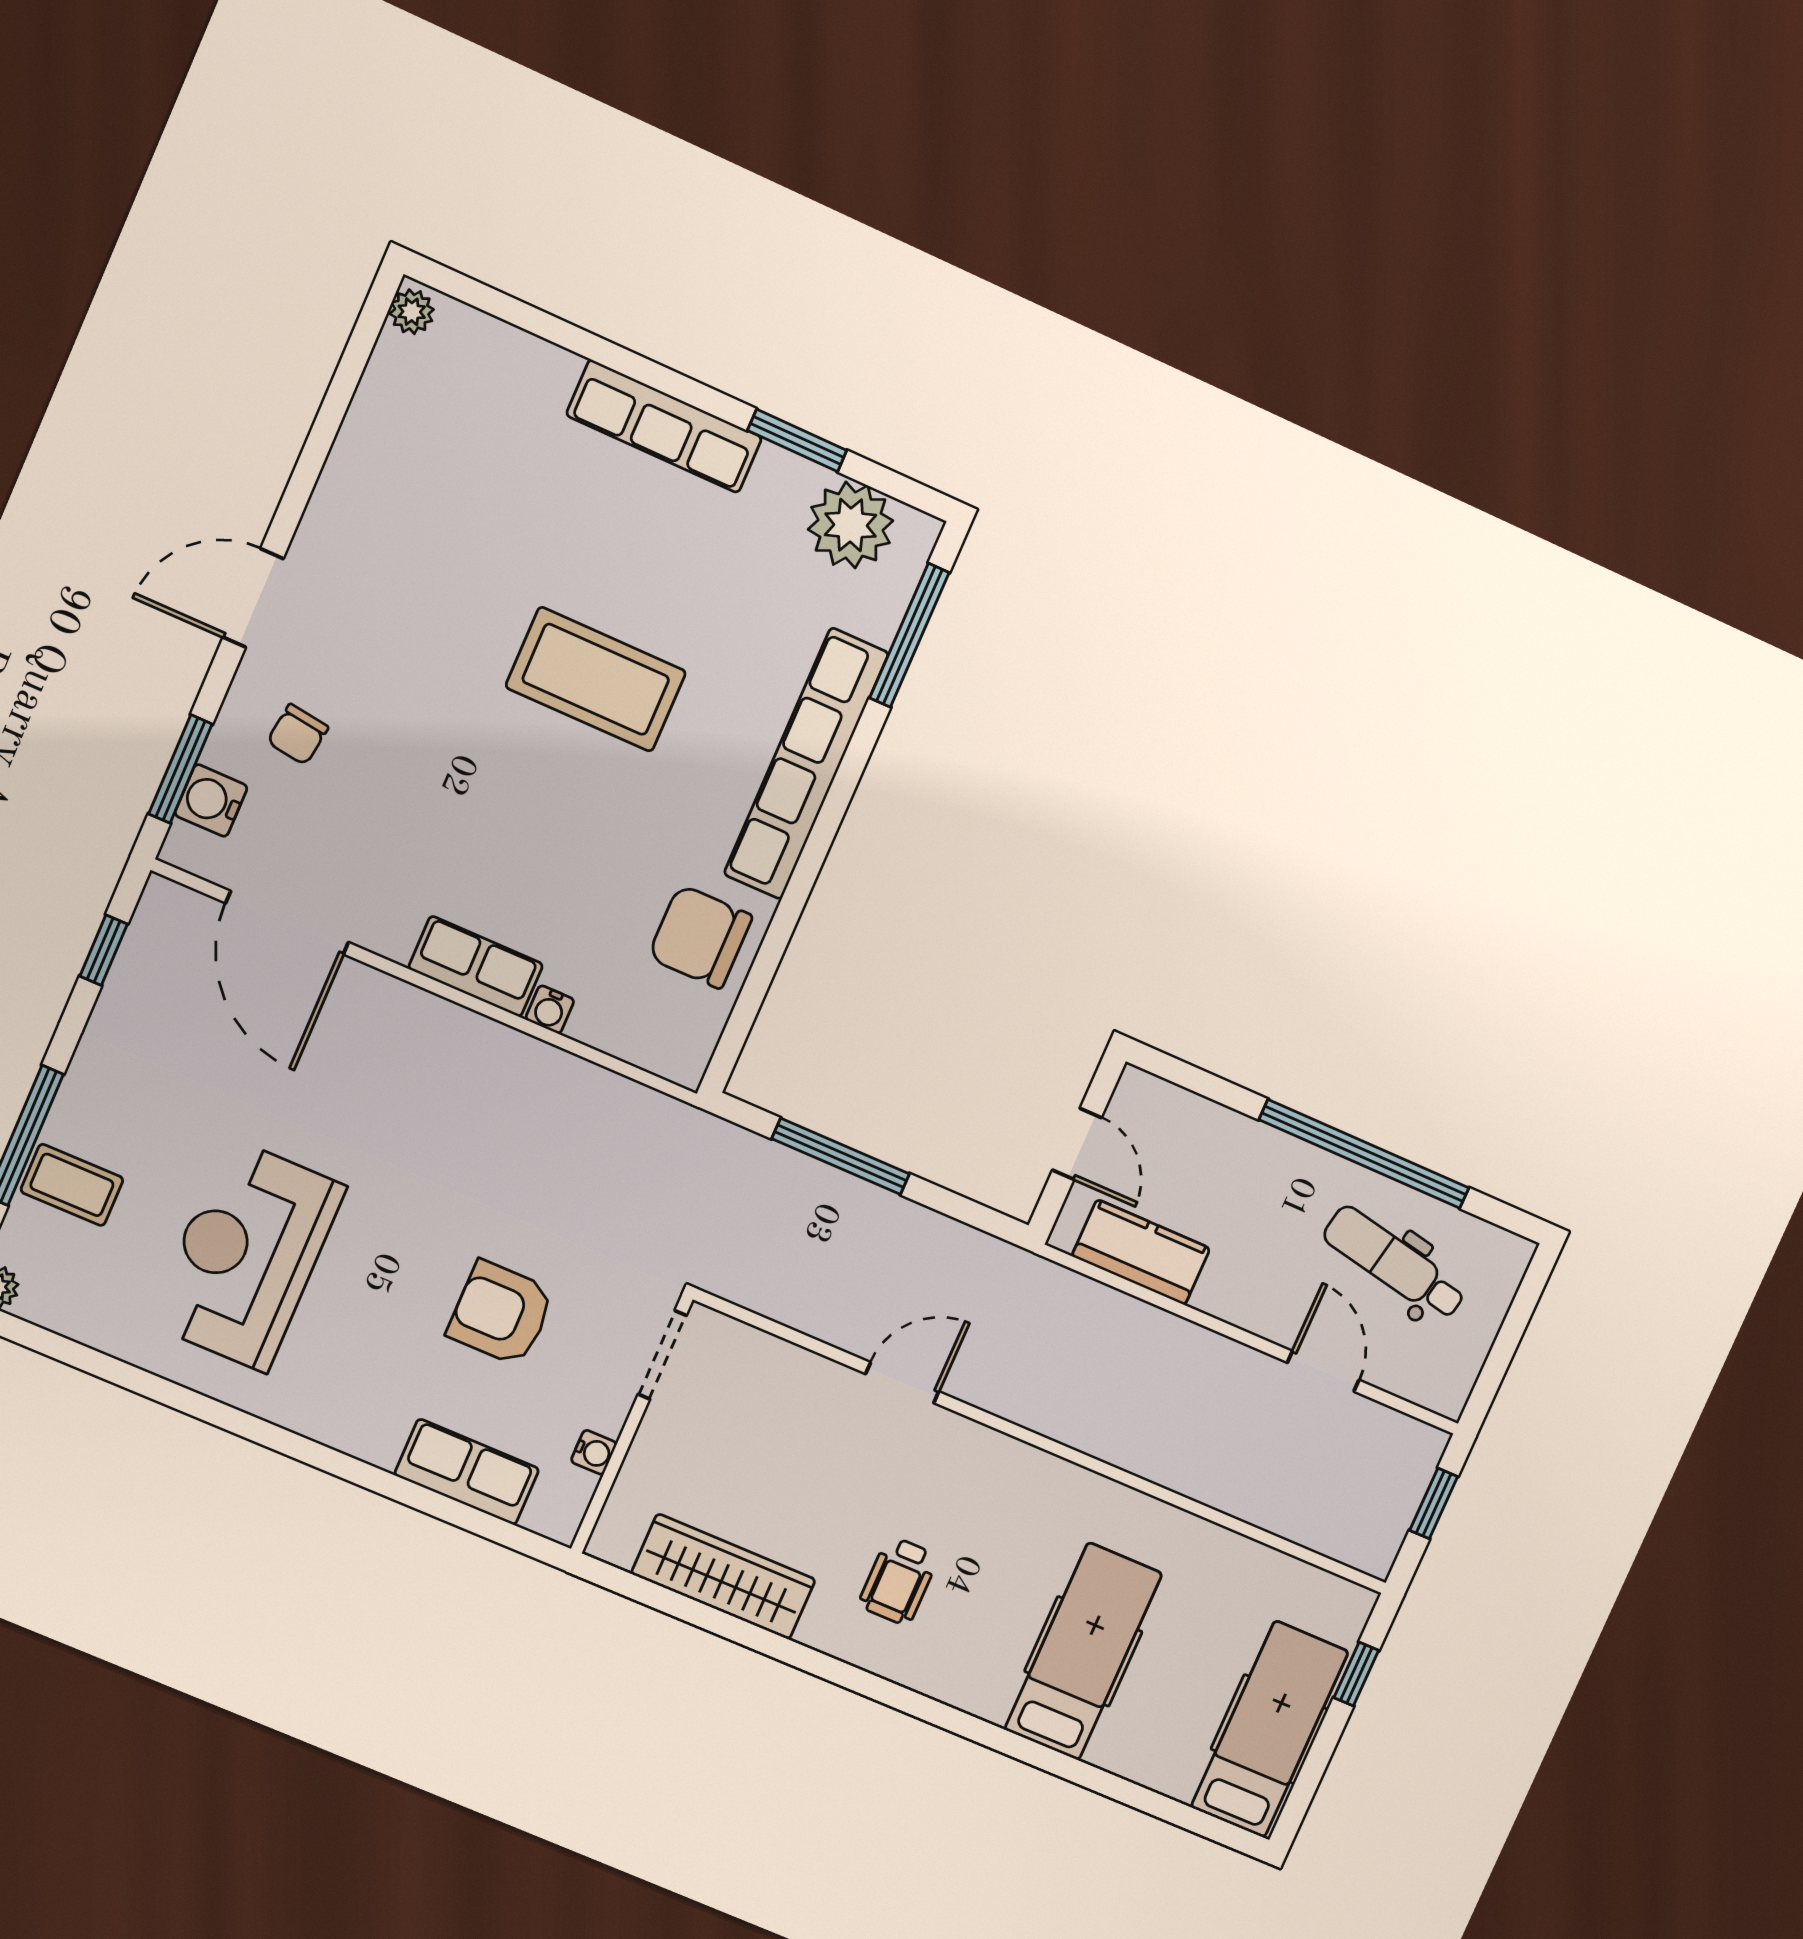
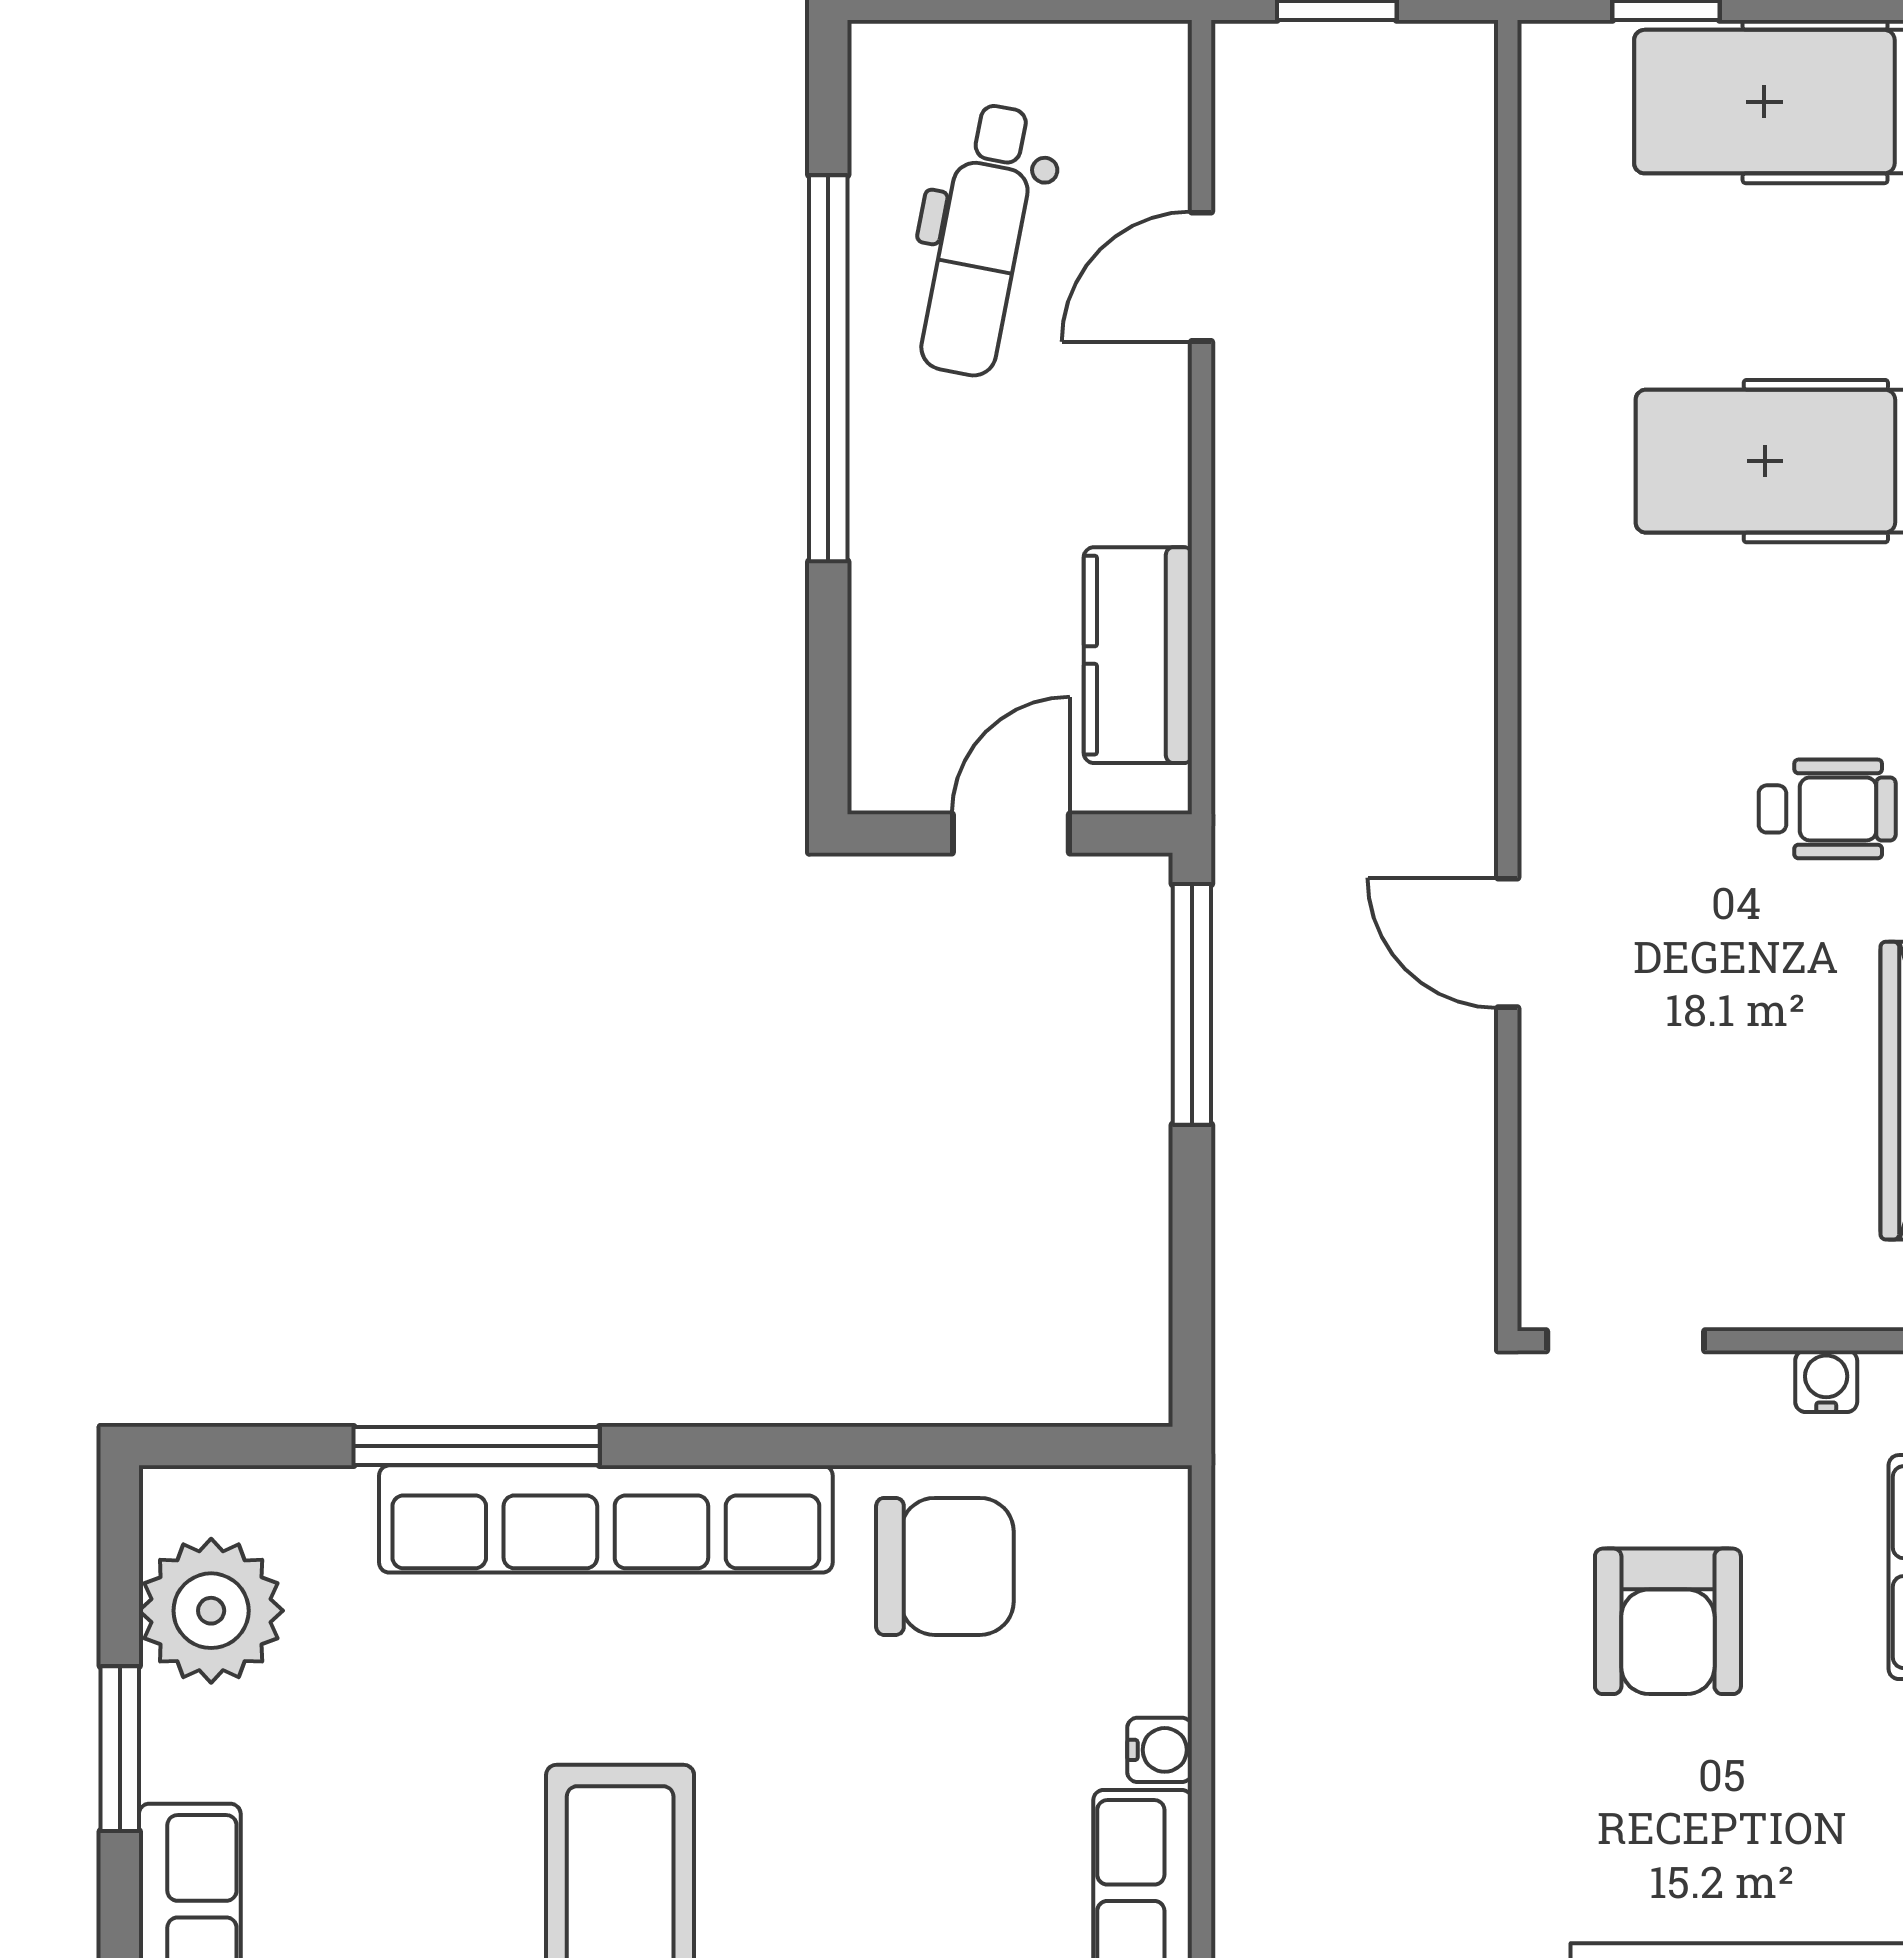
window: (909, 635) -> (477, 1446), moved
chair: (700, 937) -> (945, 1566), turned -90
window: (841, 1156) -> (1192, 1004), moved

